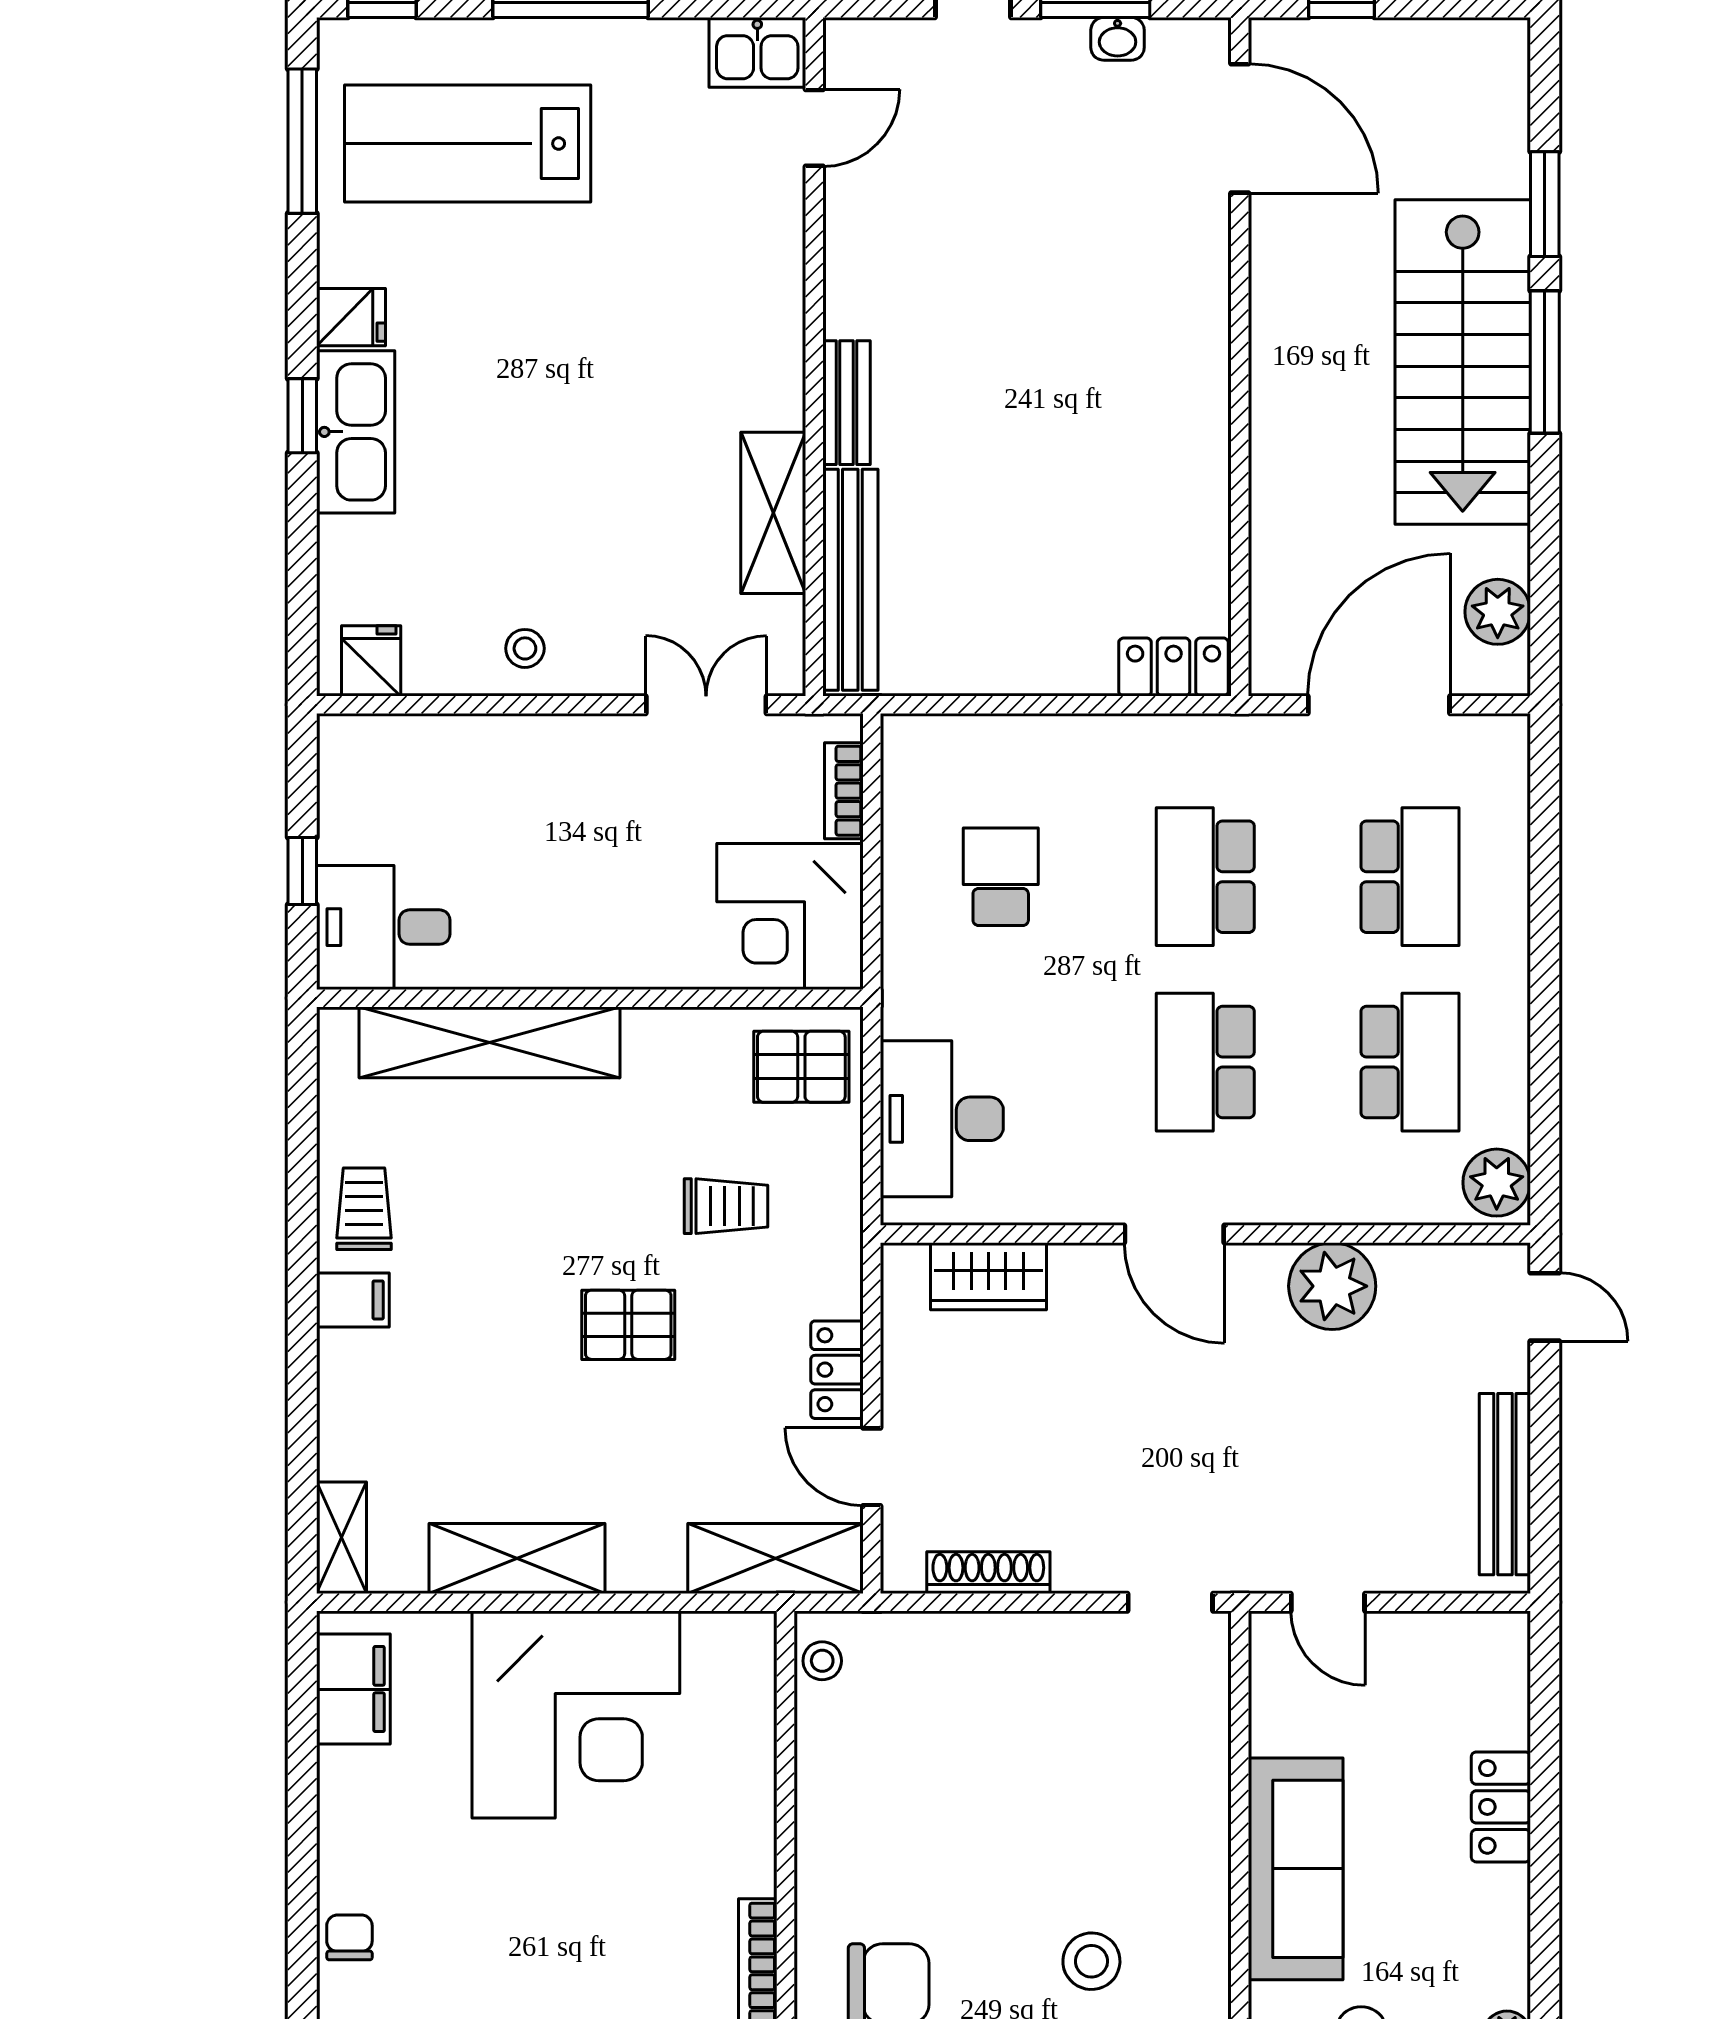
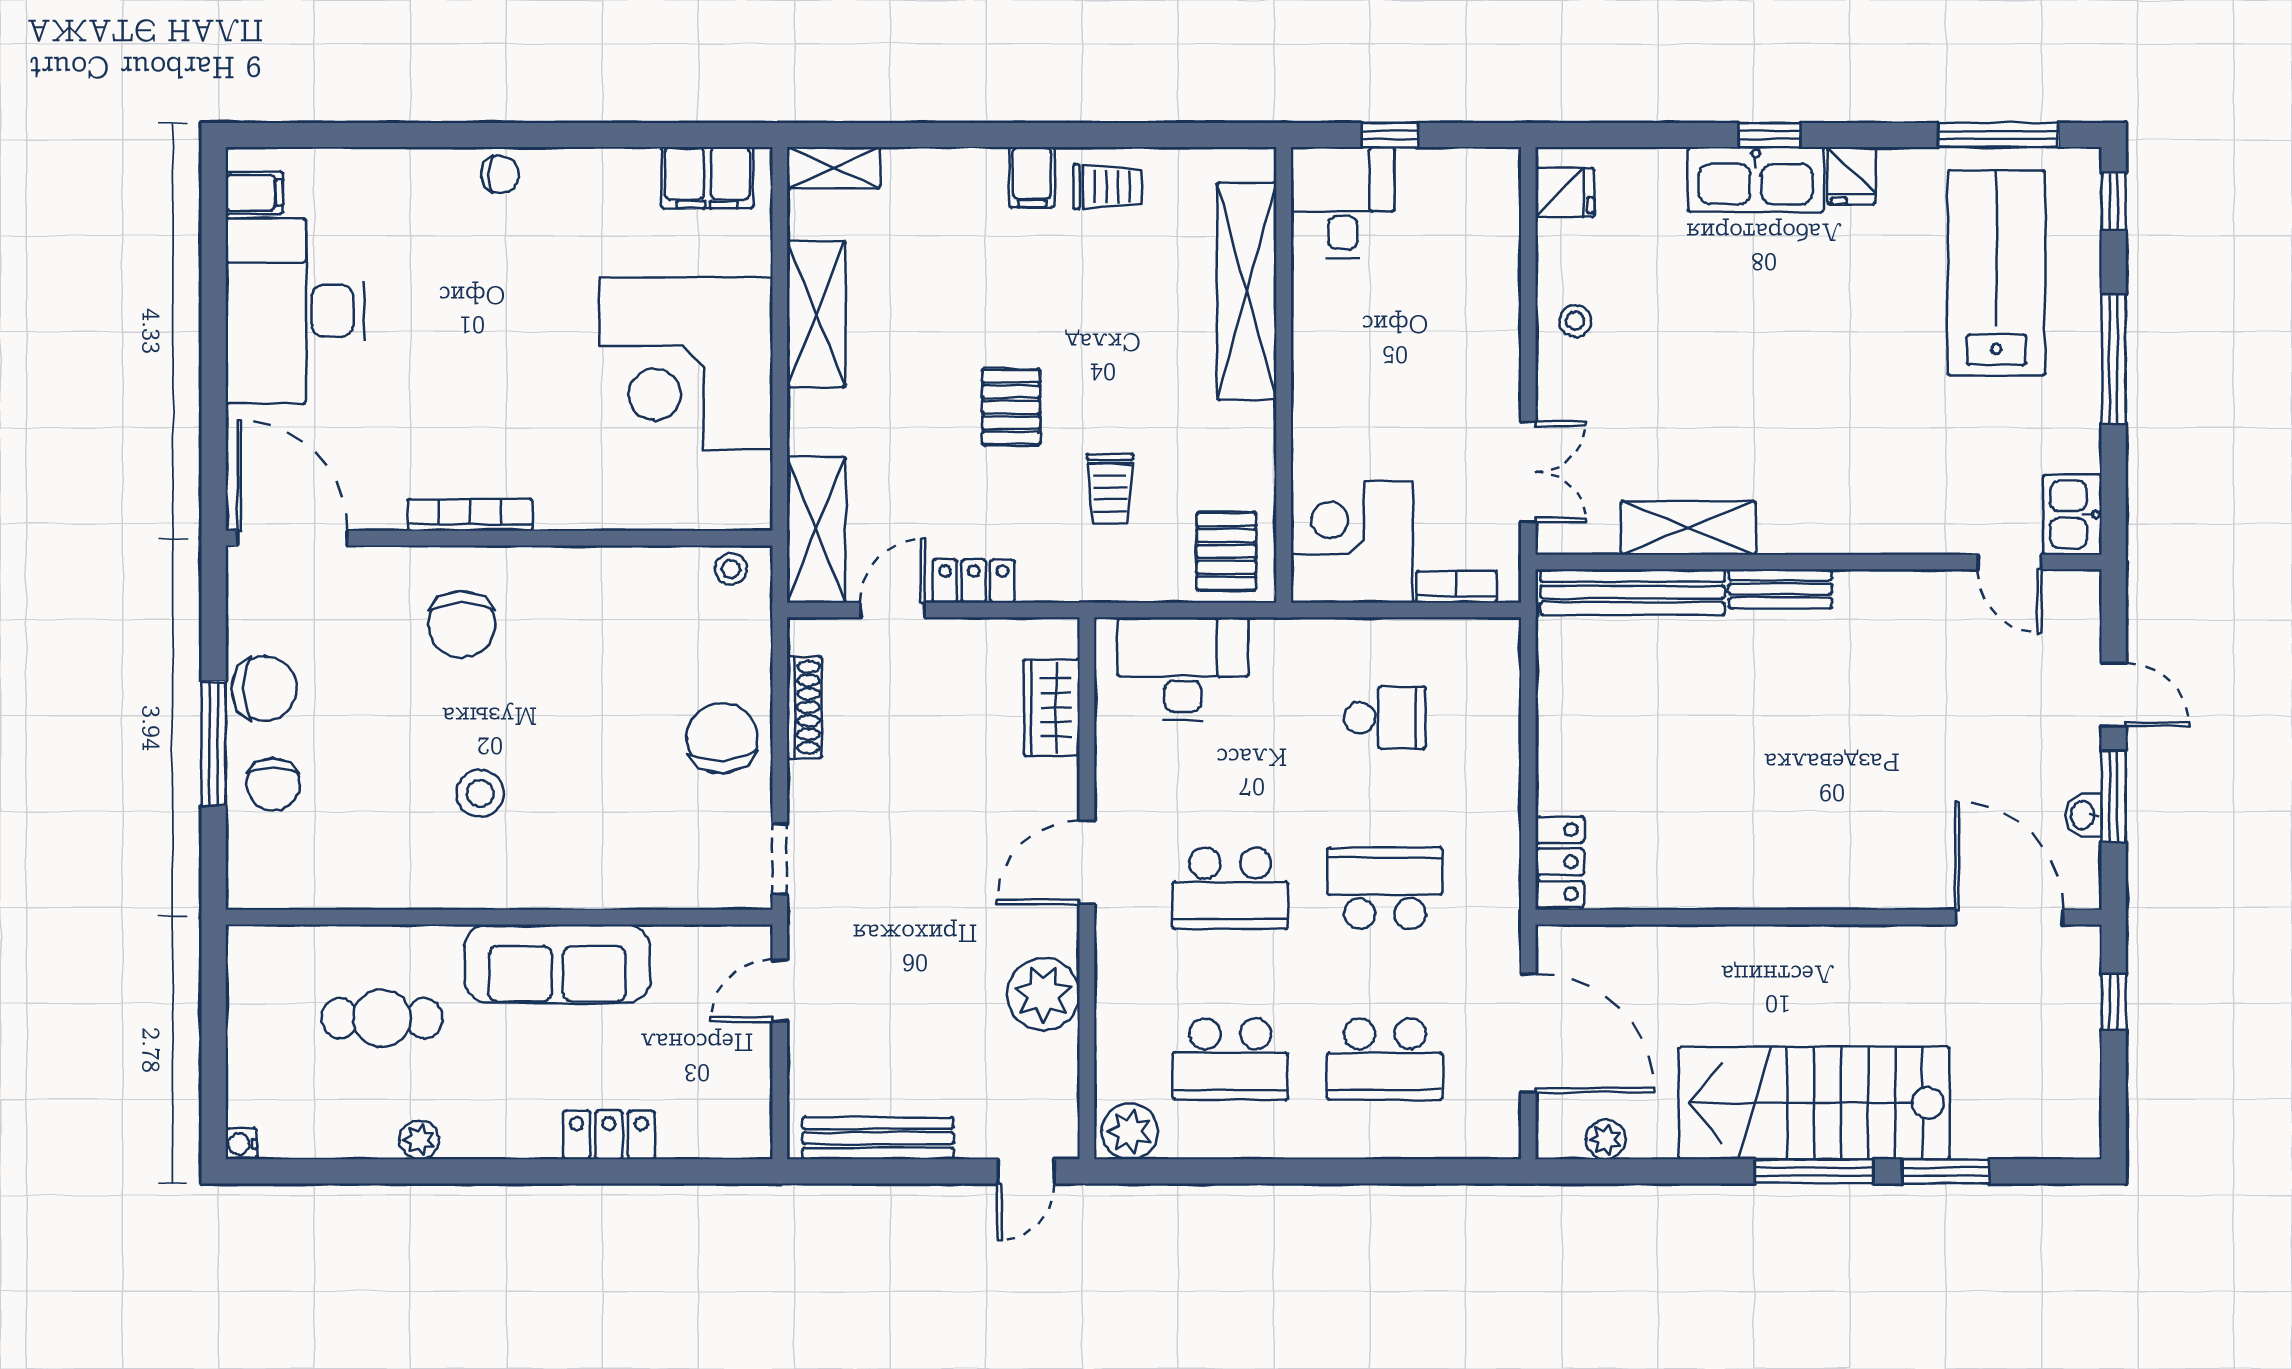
door: (1240, 128) -> (2009, 917), swing flipped
plant: (1498, 612) -> (1606, 1140), width x0.73, depth x0.73
school desk: (1205, 1062) -> (1230, 888), turned 180
chair: (1025, 1671) -> (722, 738), added

